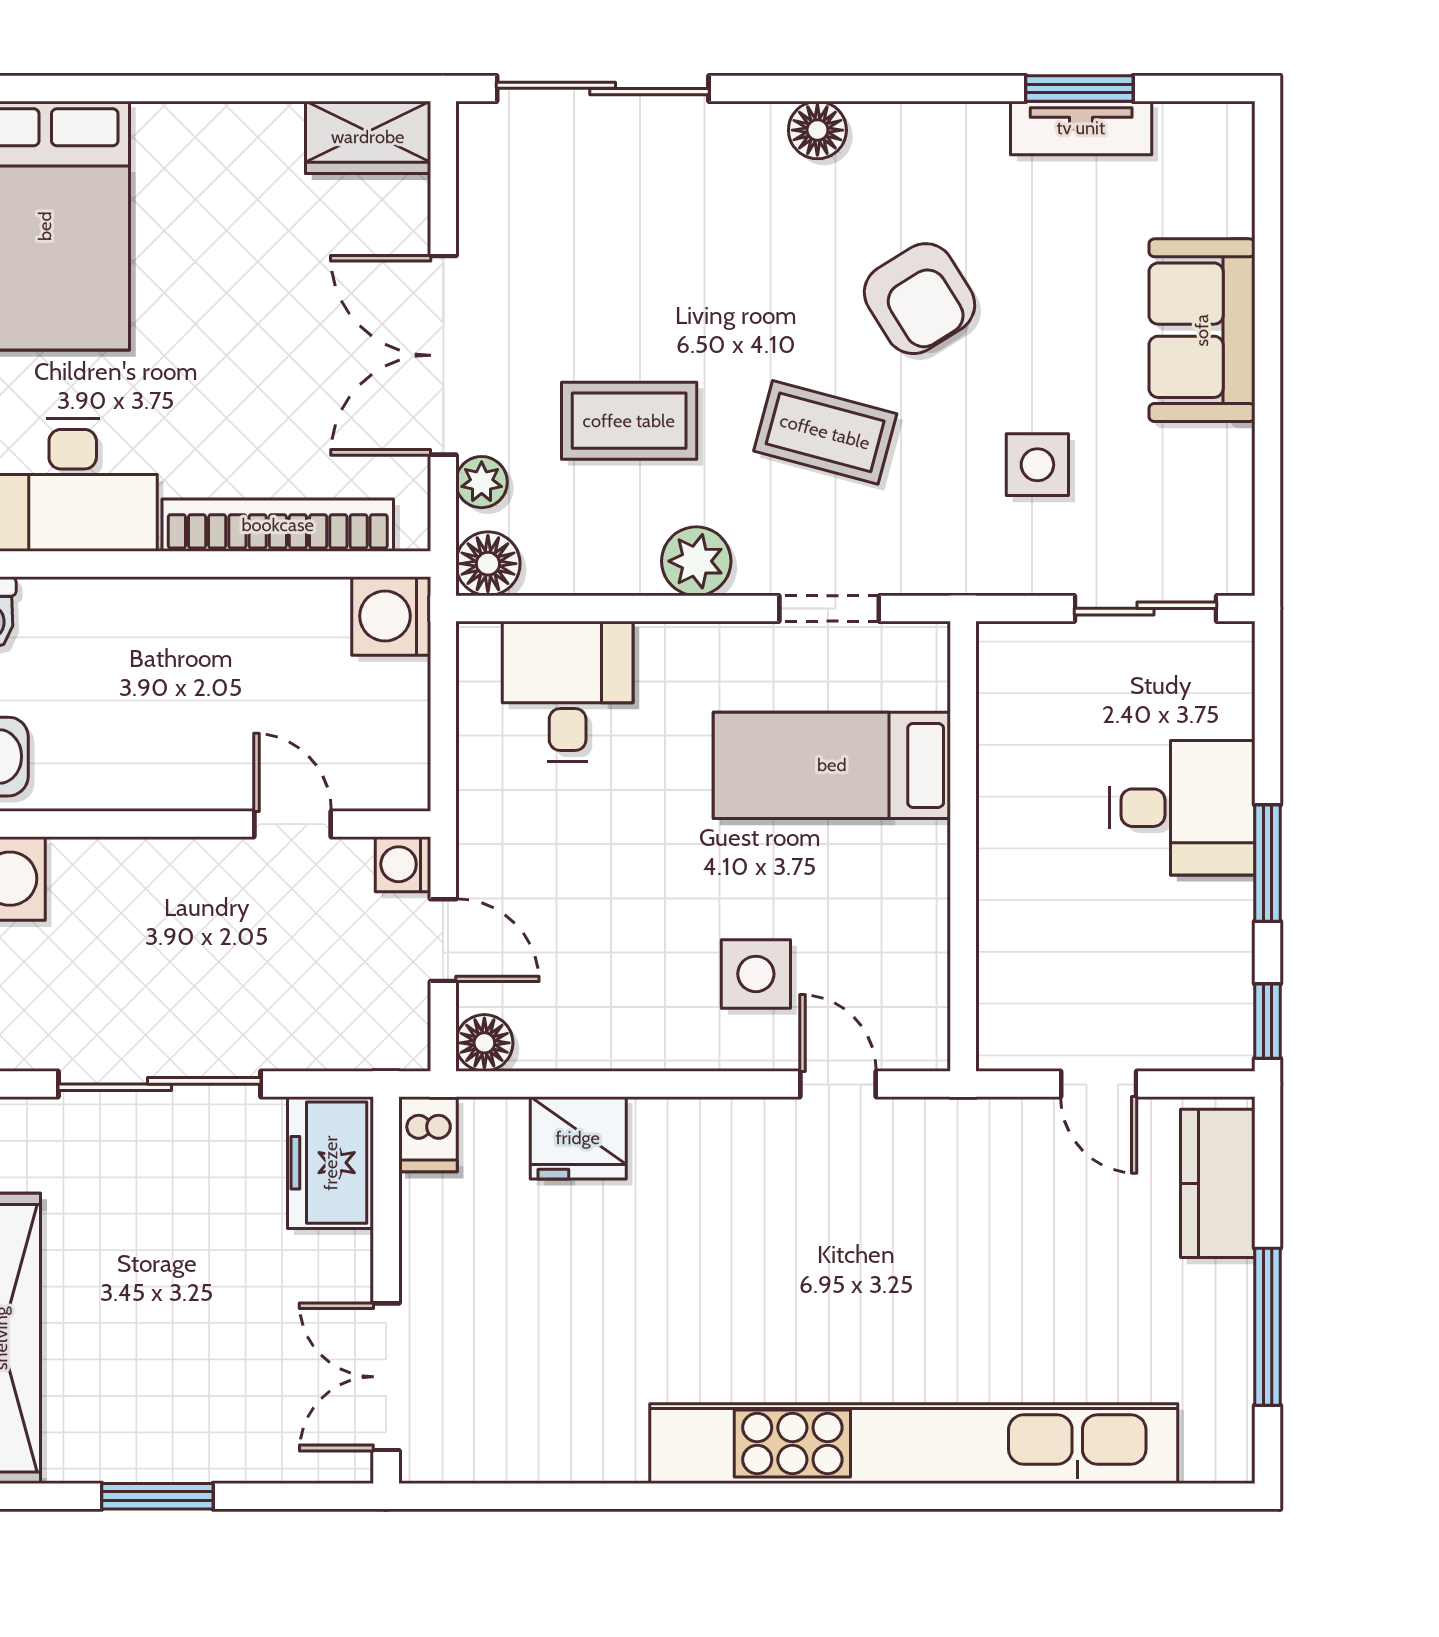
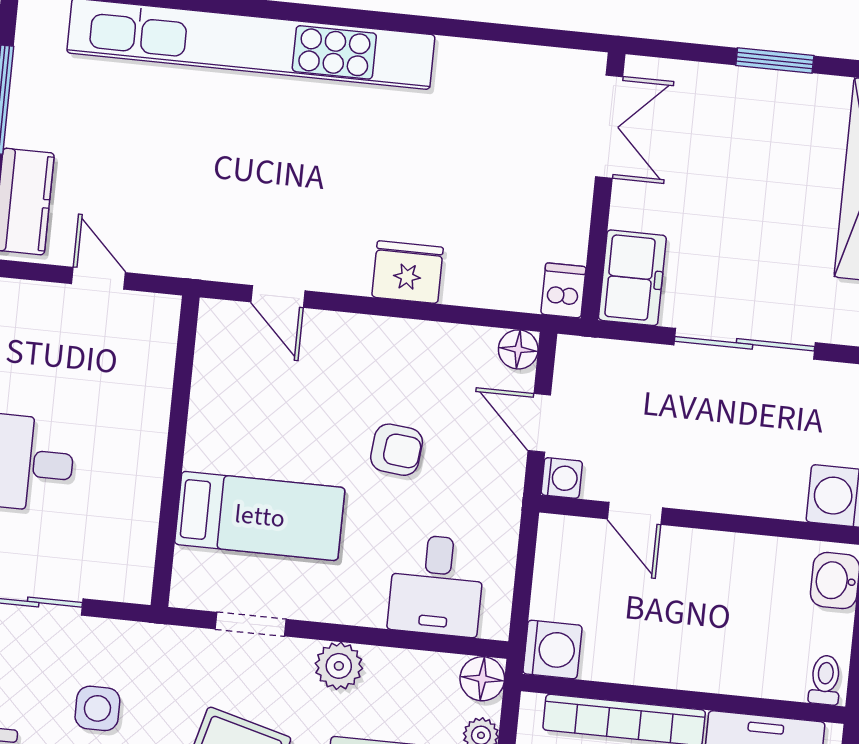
armchair: (645, 881) -> (397, 450), added
side table: (756, 974) -> (327, 378), removed
fridge: (578, 1138) -> (408, 272), moved

